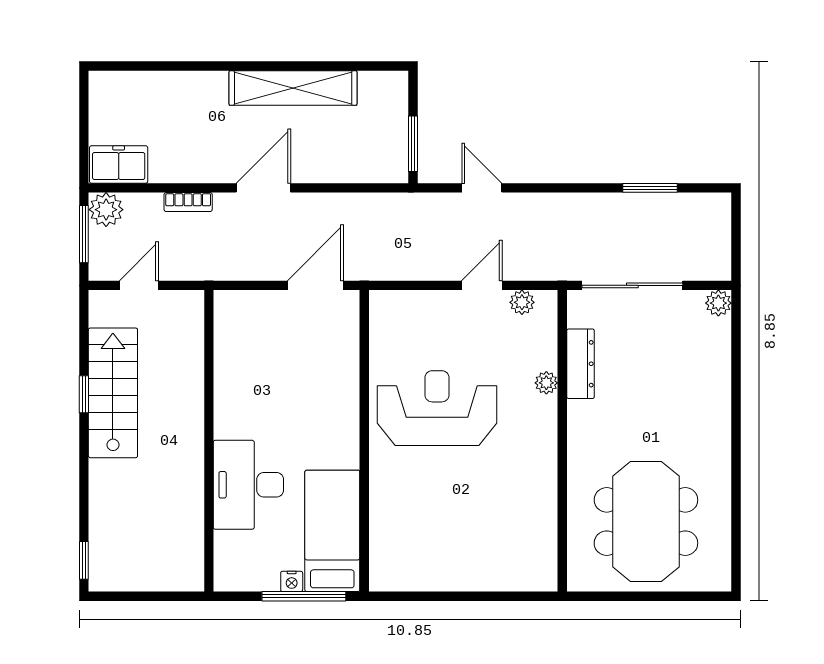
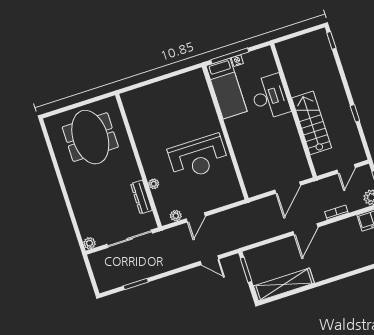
shelving: (293, 88) -> (284, 285), moved
door: (315, 285) -> (288, 188), moved
stairs: (113, 393) -> (312, 123), moved, turned 180

